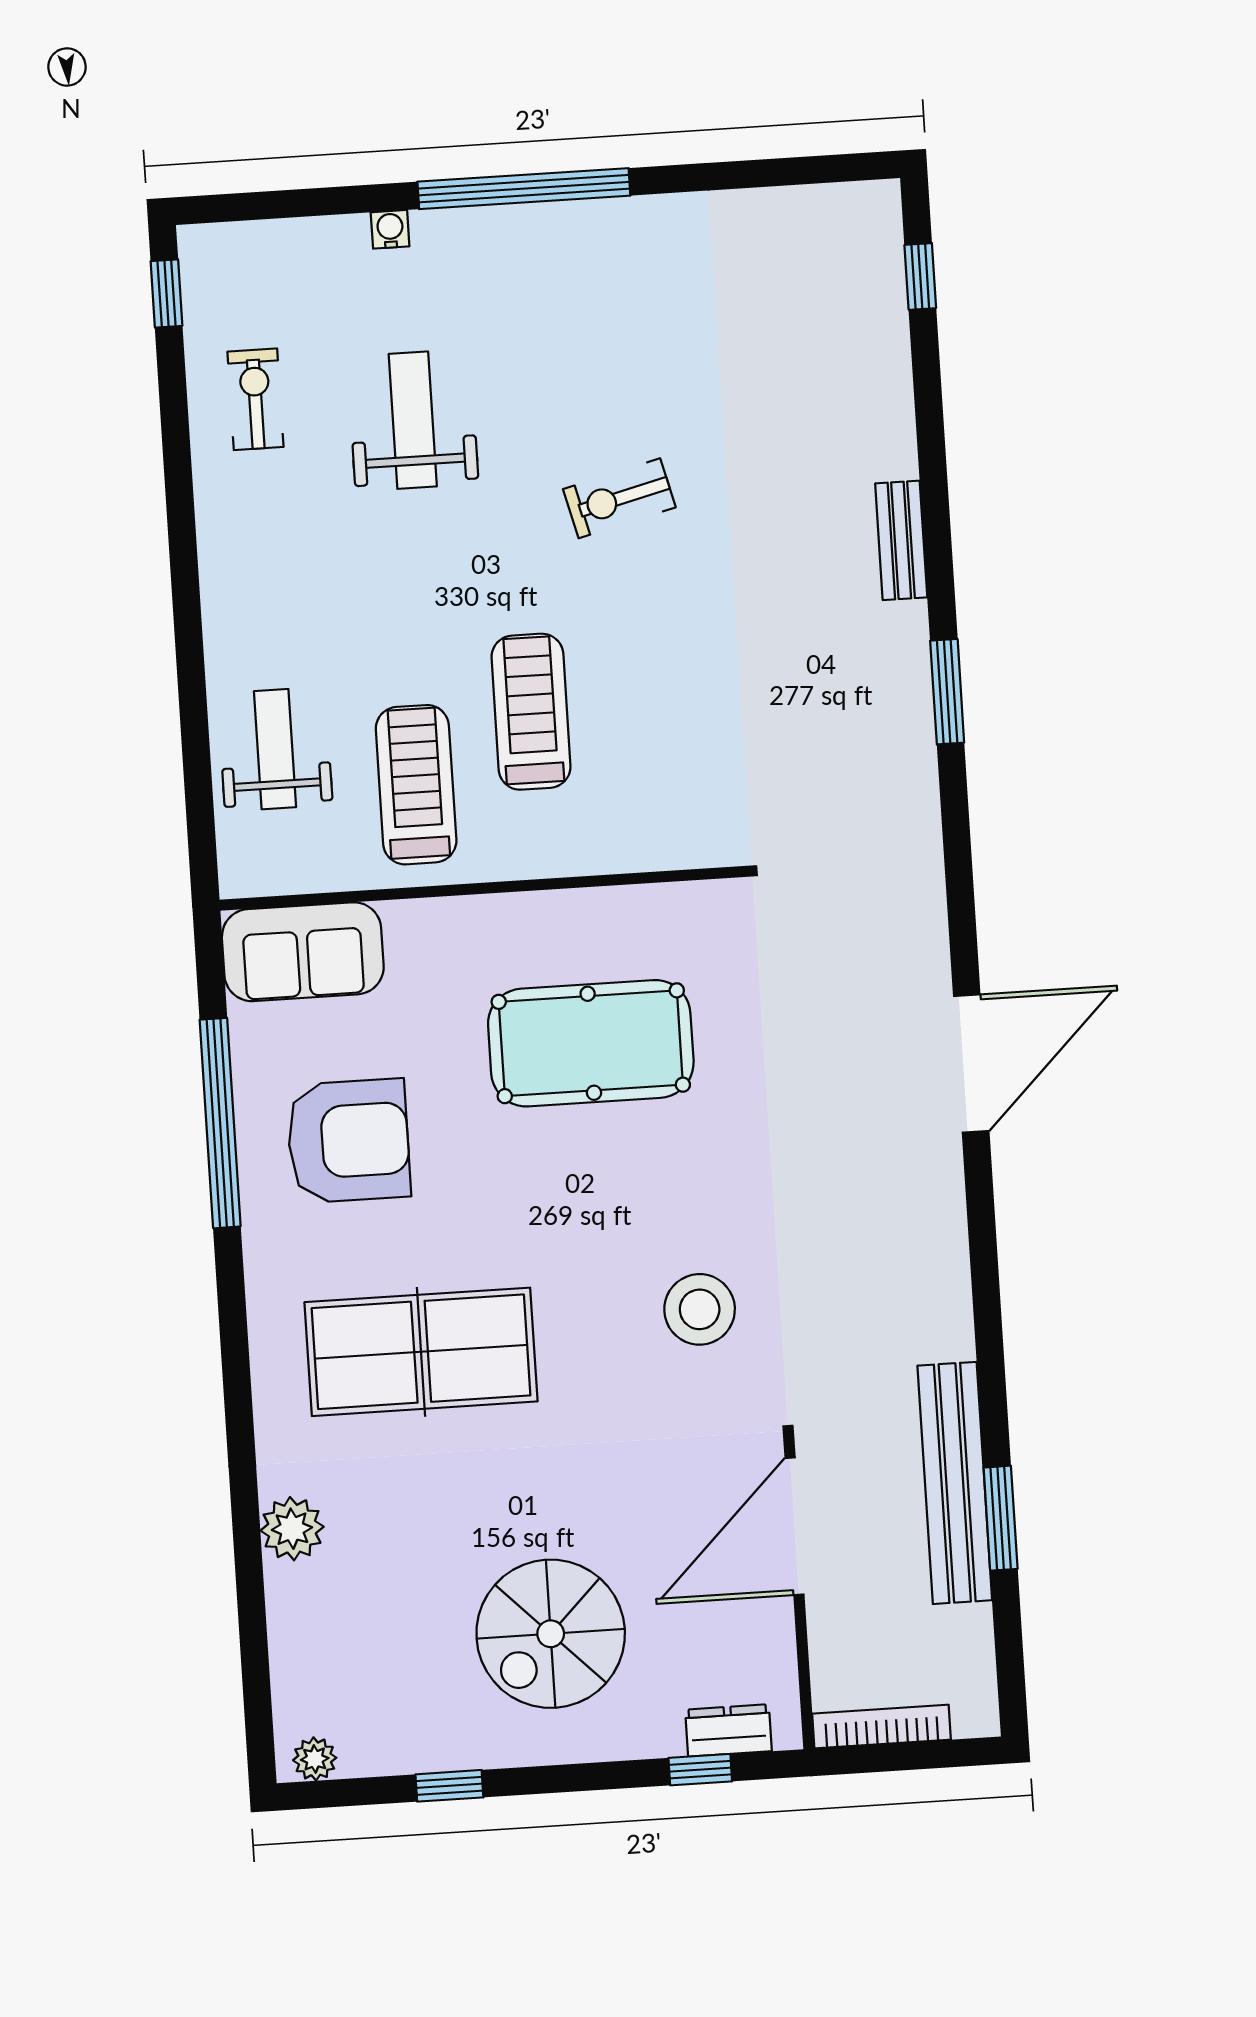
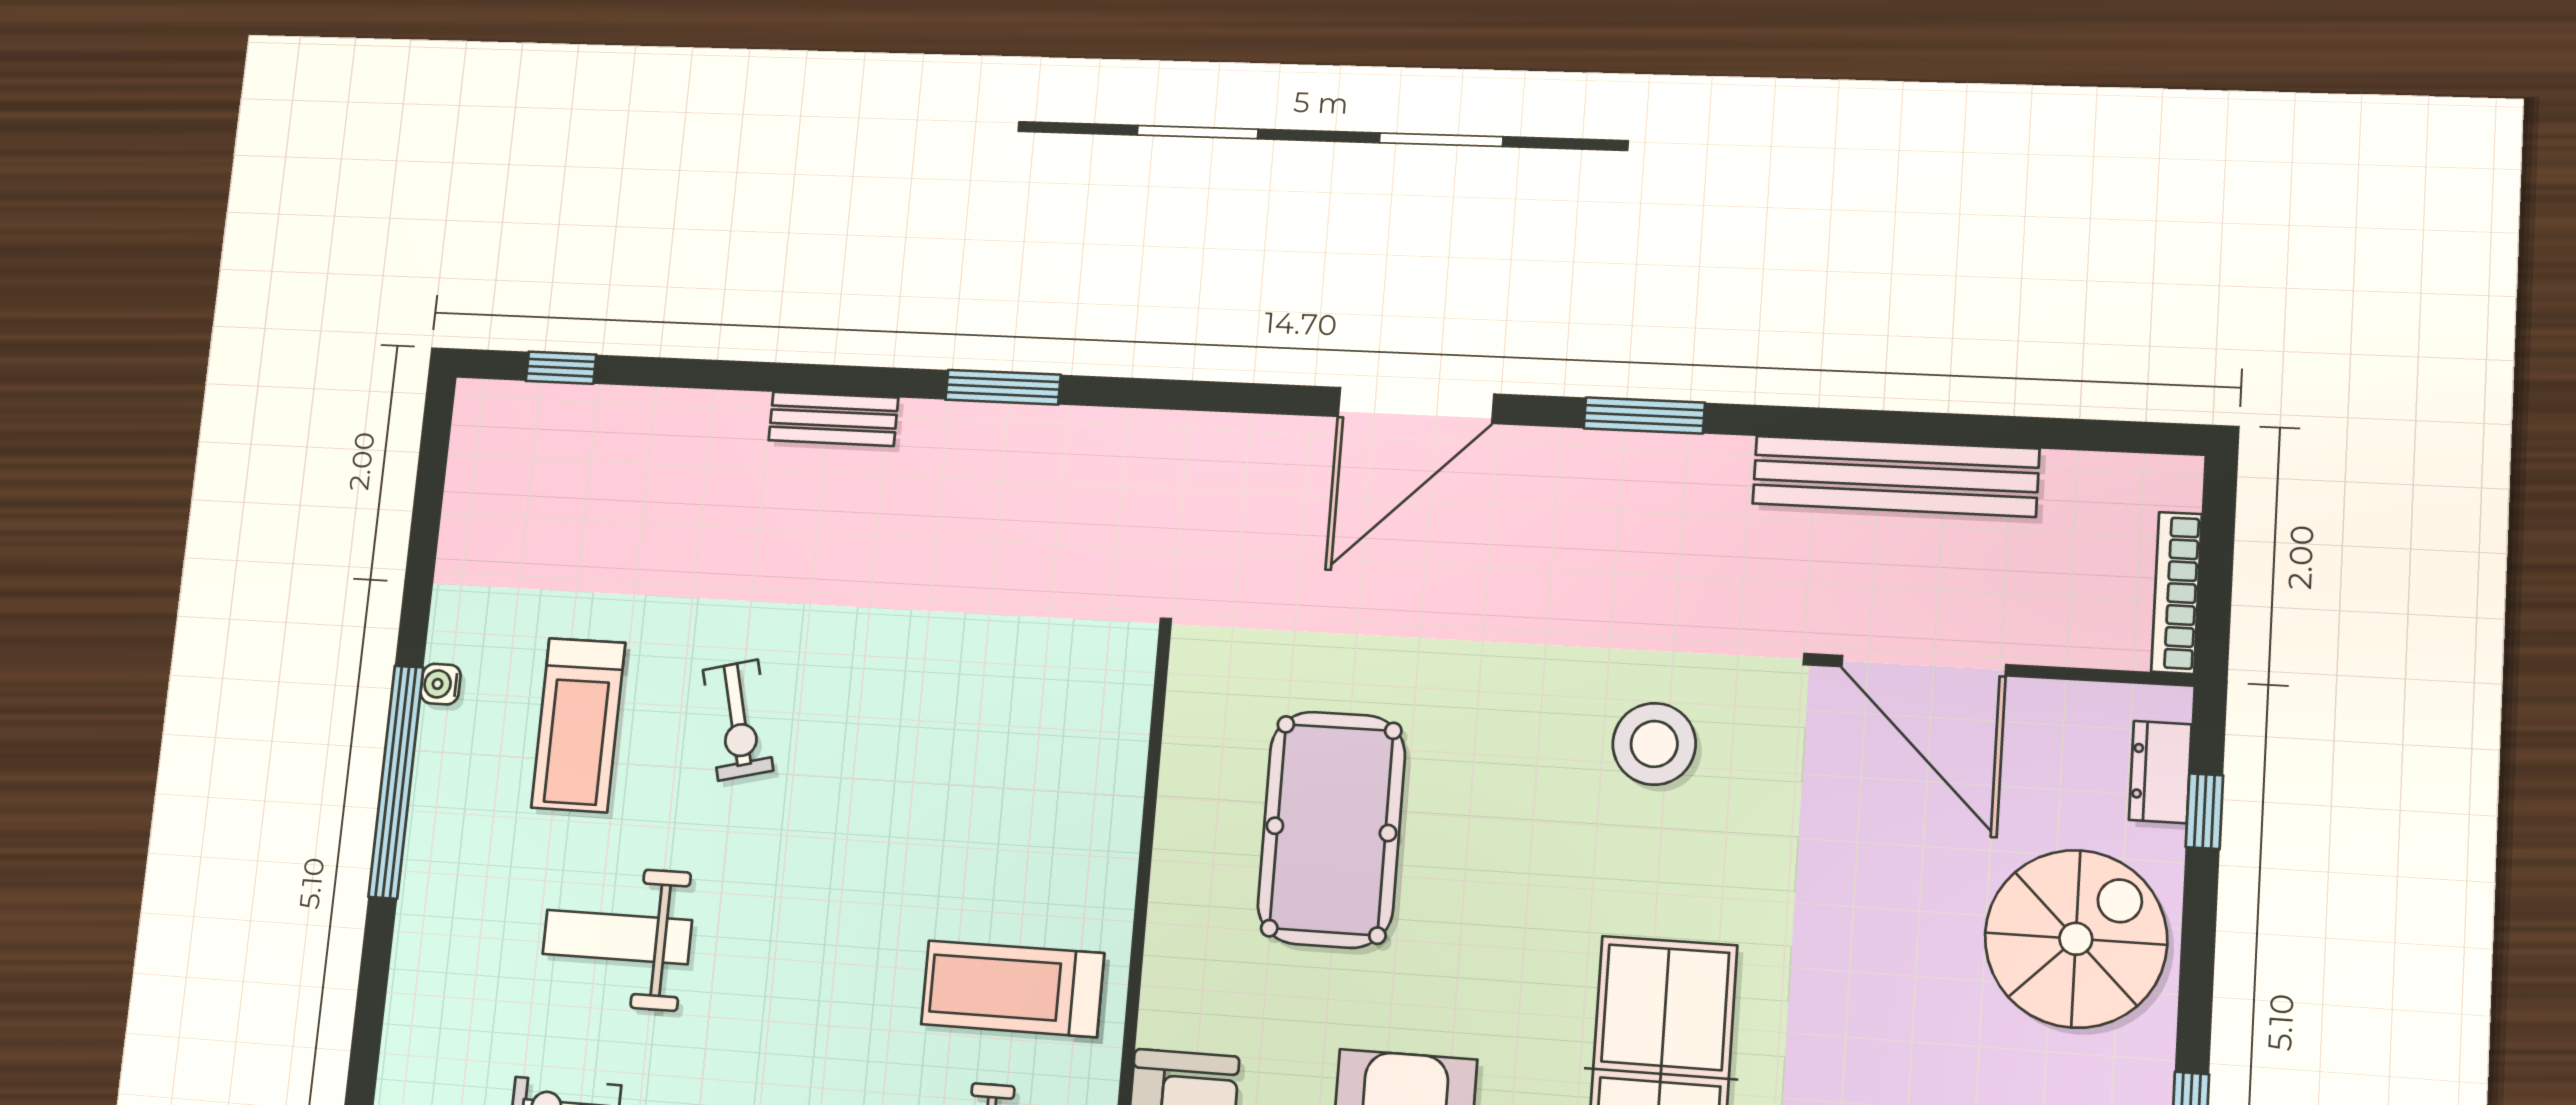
water cooler: (390, 229) -> (441, 684), moved
treadmill: (531, 712) -> (578, 725), moved, turned -90
door: (971, 1063) -> (1416, 405), swing flipped
window: (1001, 1518) -> (1644, 415), moved
spiral stairs: (551, 1634) -> (2076, 939), moved, turned -90

